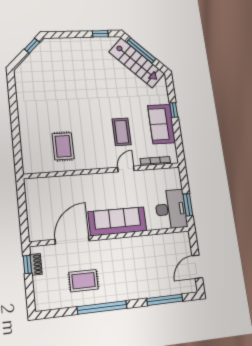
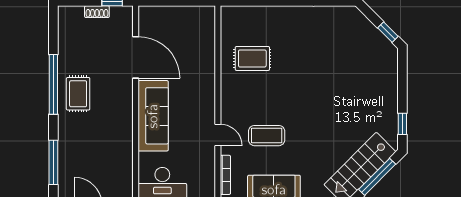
shoe rack: (36, 264) -> (97, 12), moved
rug: (84, 281) -> (78, 94), moved

